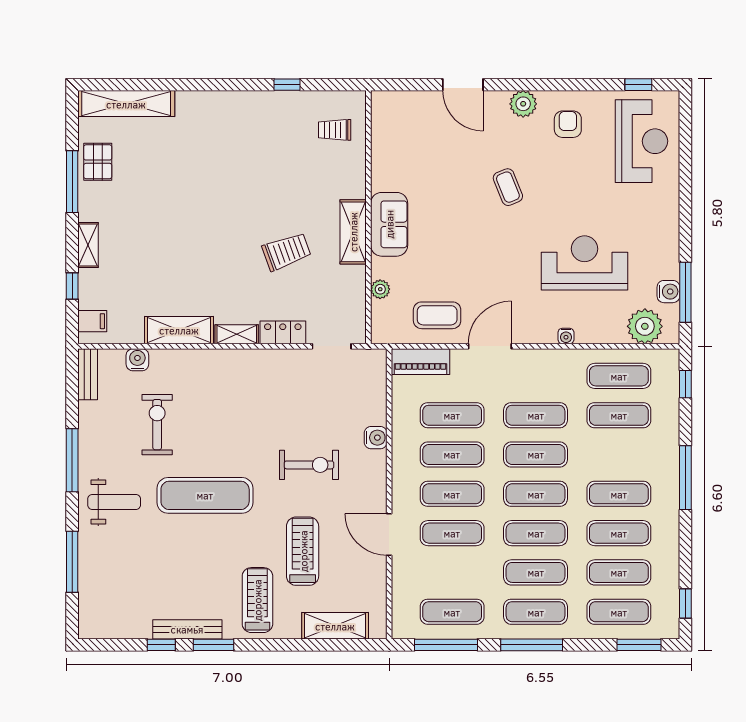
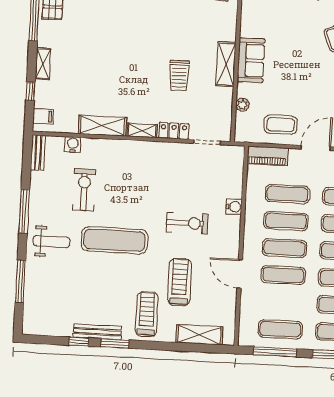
trolley: (286, 252) -> (179, 75), turned 110

